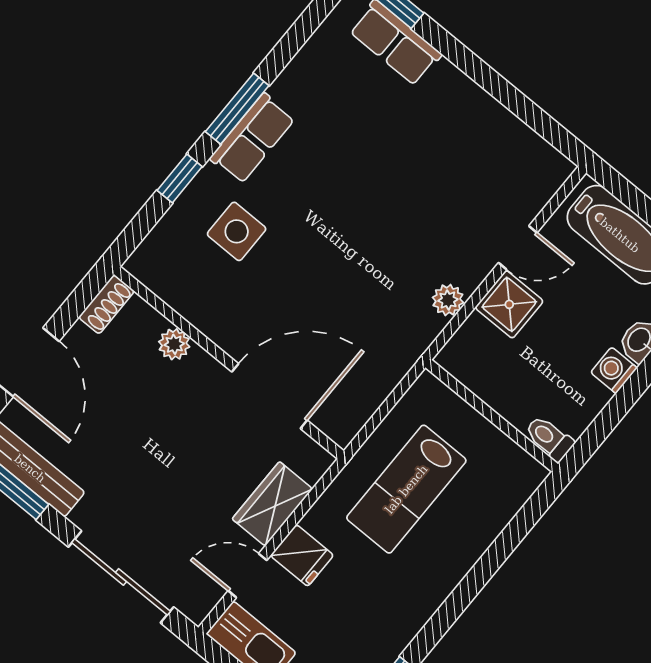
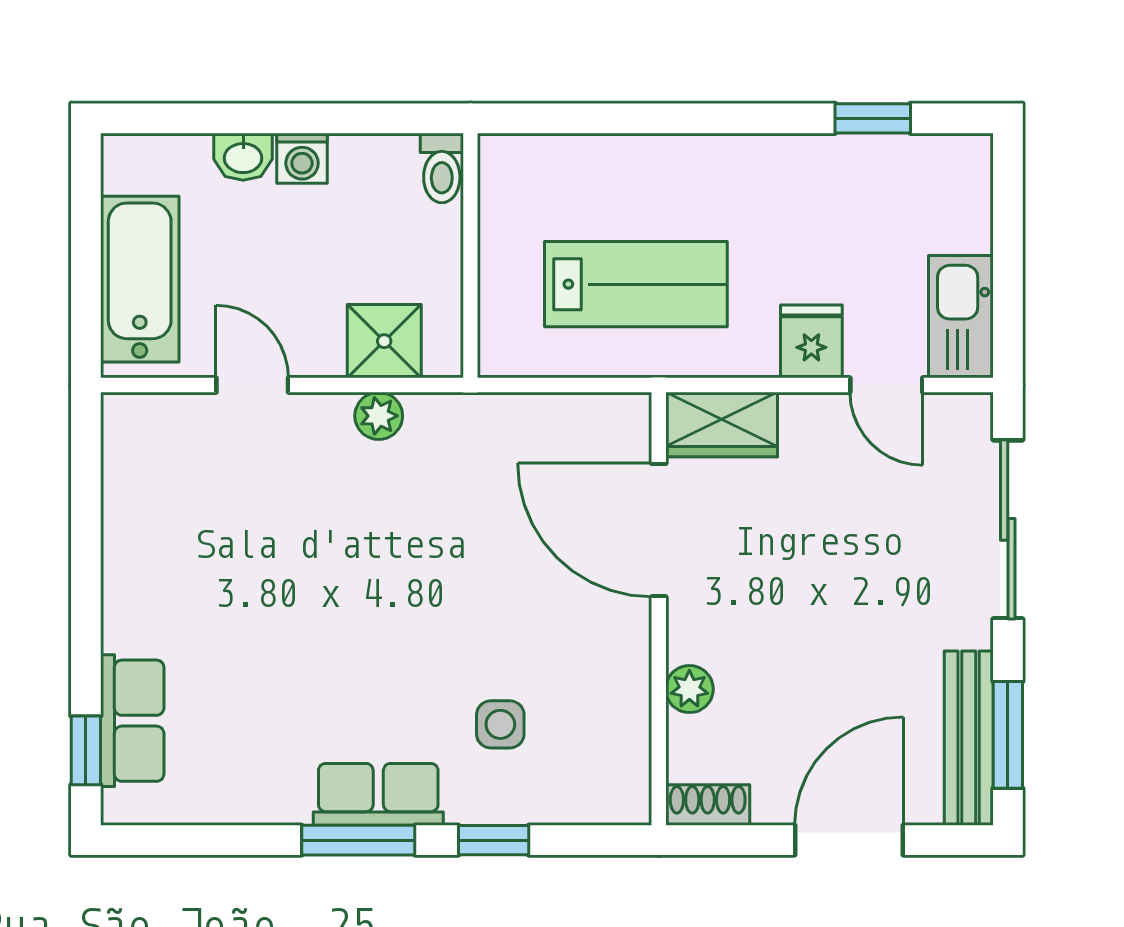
side table: (237, 231) -> (500, 724), width x0.73, depth x0.73
shower: (509, 304) -> (384, 341), moved
wardrobe: (272, 504) -> (722, 424), moved

